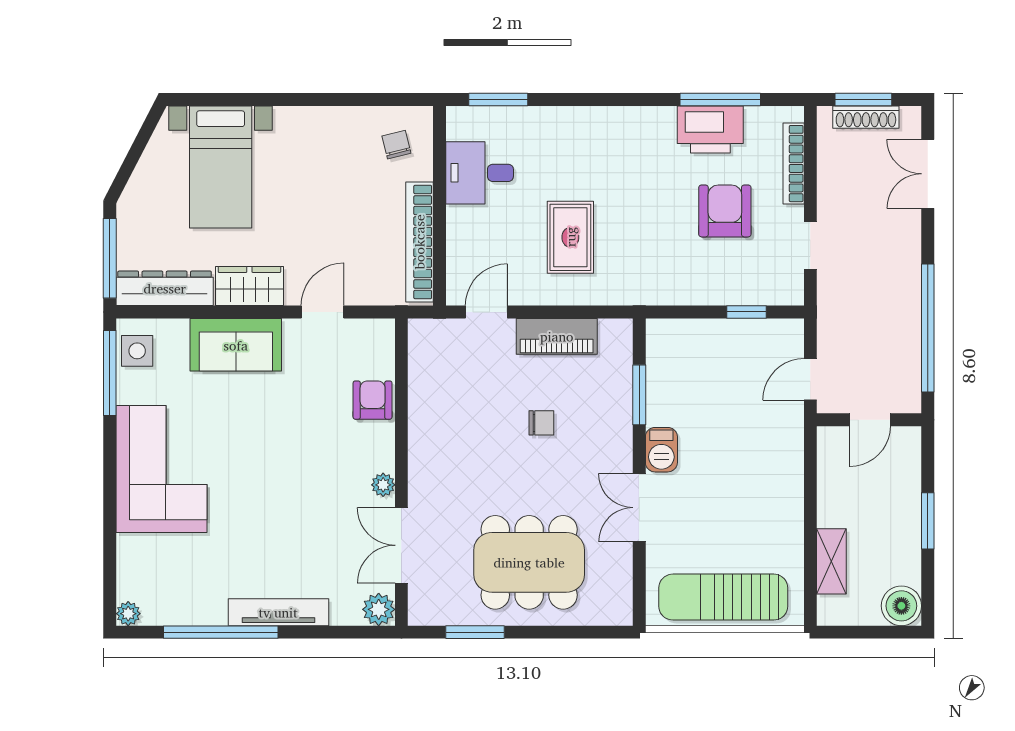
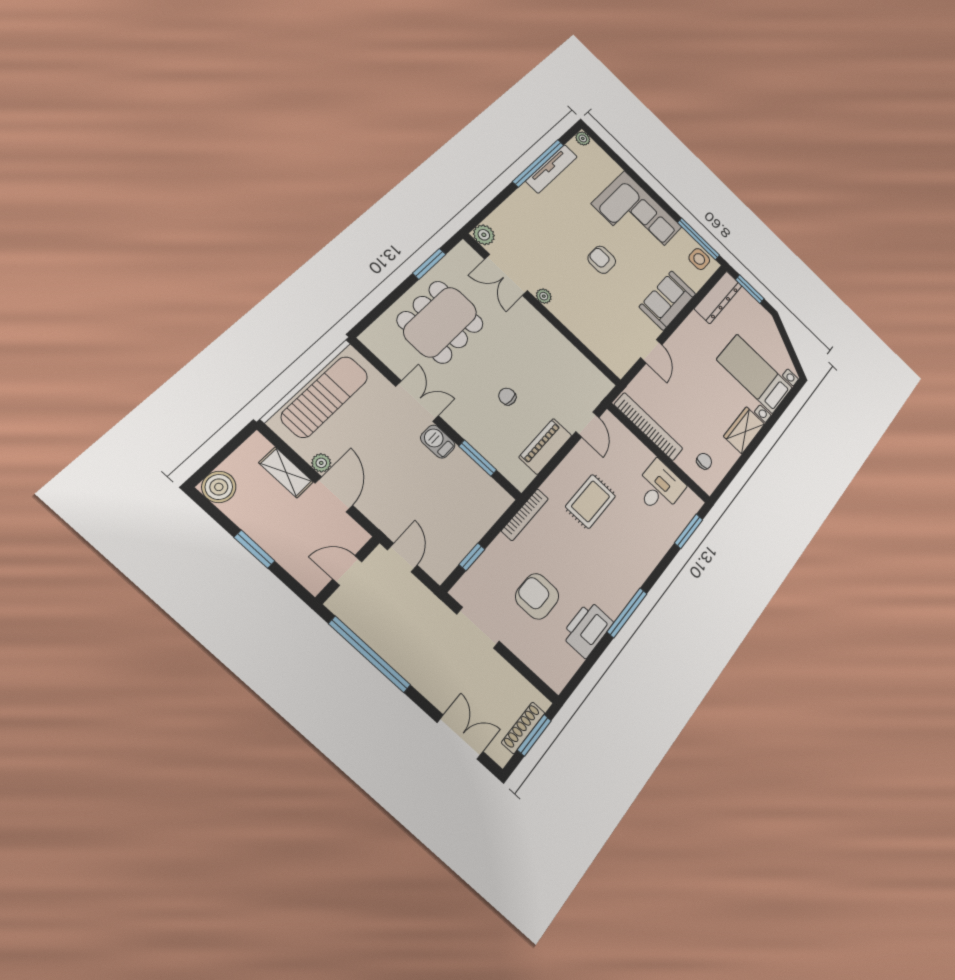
window: (720, 100) -> (627, 613), moved
chair: (396, 145) -> (704, 461), turned -76
bookcase: (794, 164) -> (525, 515), moved, turned 90
armchair: (725, 211) -> (537, 596), turned 180
rug: (570, 237) -> (591, 501), turned 90
doorway: (810, 245) -> (478, 628), width x1.38
window: (110, 258) -> (750, 289), width x0.69
wardrobe: (249, 286) -> (744, 430), moved, turned 180
armchair: (373, 400) -> (602, 260), moved, turned 180
door: (870, 420) -> (347, 570), hinge flipped
chair: (541, 423) -> (507, 397), turned 90
door: (810, 499) -> (334, 494), added
plant: (792, 539) -> (321, 463), added
double door: (401, 545) -> (506, 275), swing flipped
tv unit: (278, 612) -> (552, 169), moved

